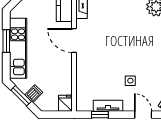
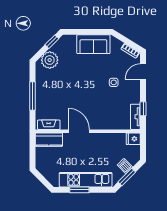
door: (74, 40) -> (79, 131), swing flipped
tv unit: (108, 106) -> (135, 117), moved

